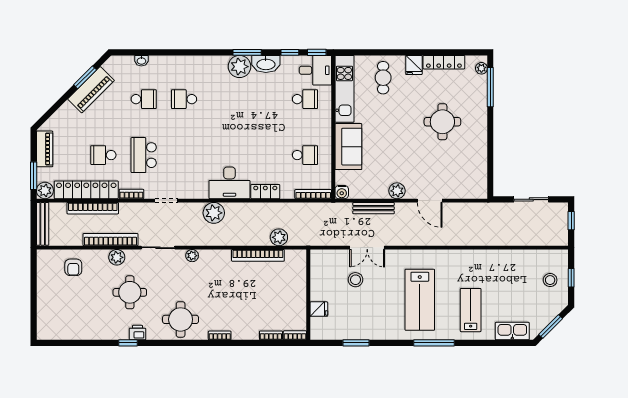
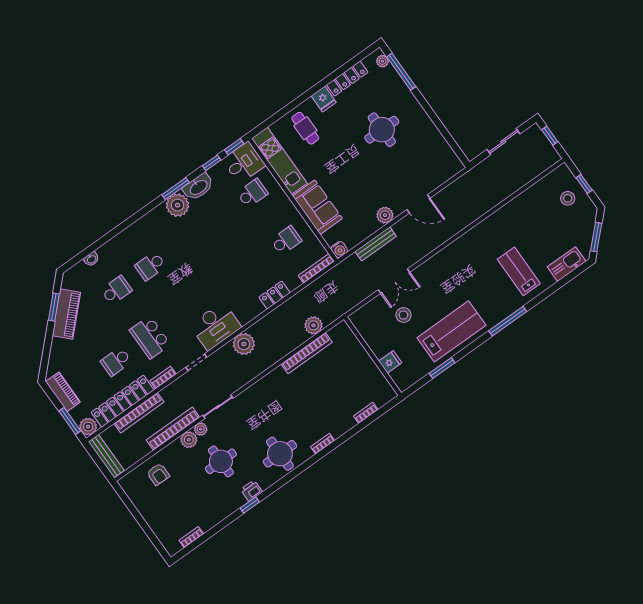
desk: (229, 183) -> (215, 326), moved
plant: (192, 256) -> (201, 429), moved
lab bench: (420, 300) -> (451, 331), moved, turned -90
bookcase: (295, 335) -> (191, 537), moved

